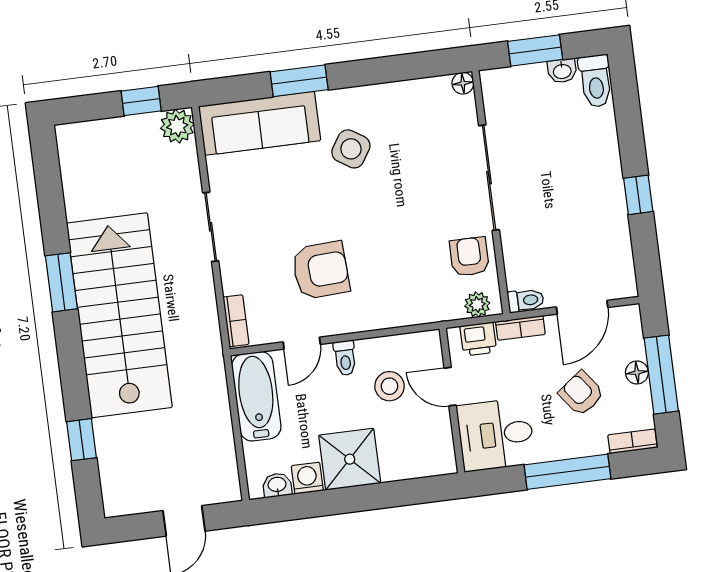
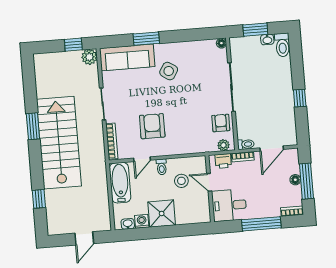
armchair: (321, 270) -> (152, 126), turned -87
bookcase: (236, 321) -> (112, 141), width x1.56
armchair: (581, 393) -> (269, 188), removed

